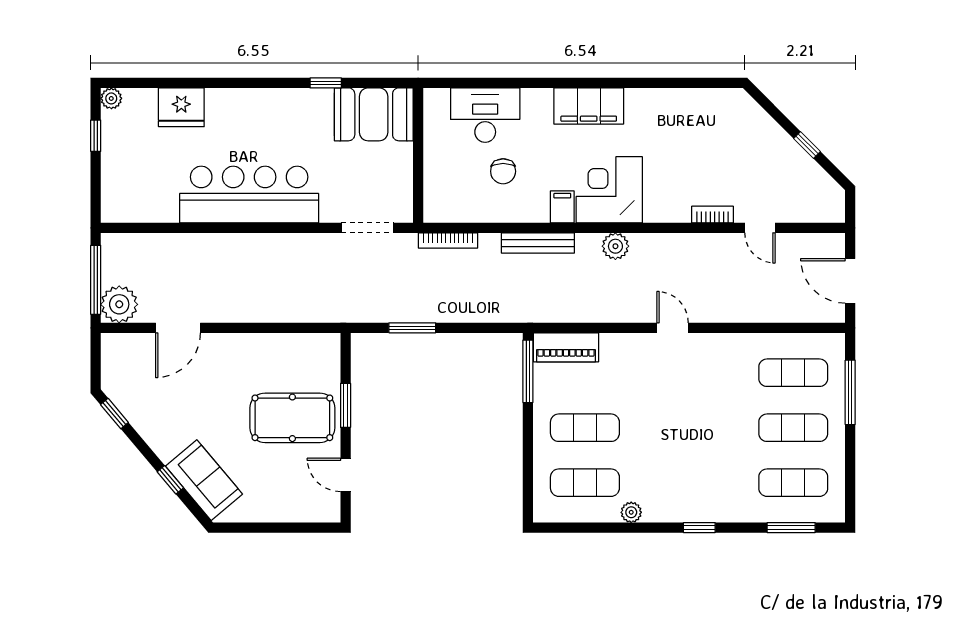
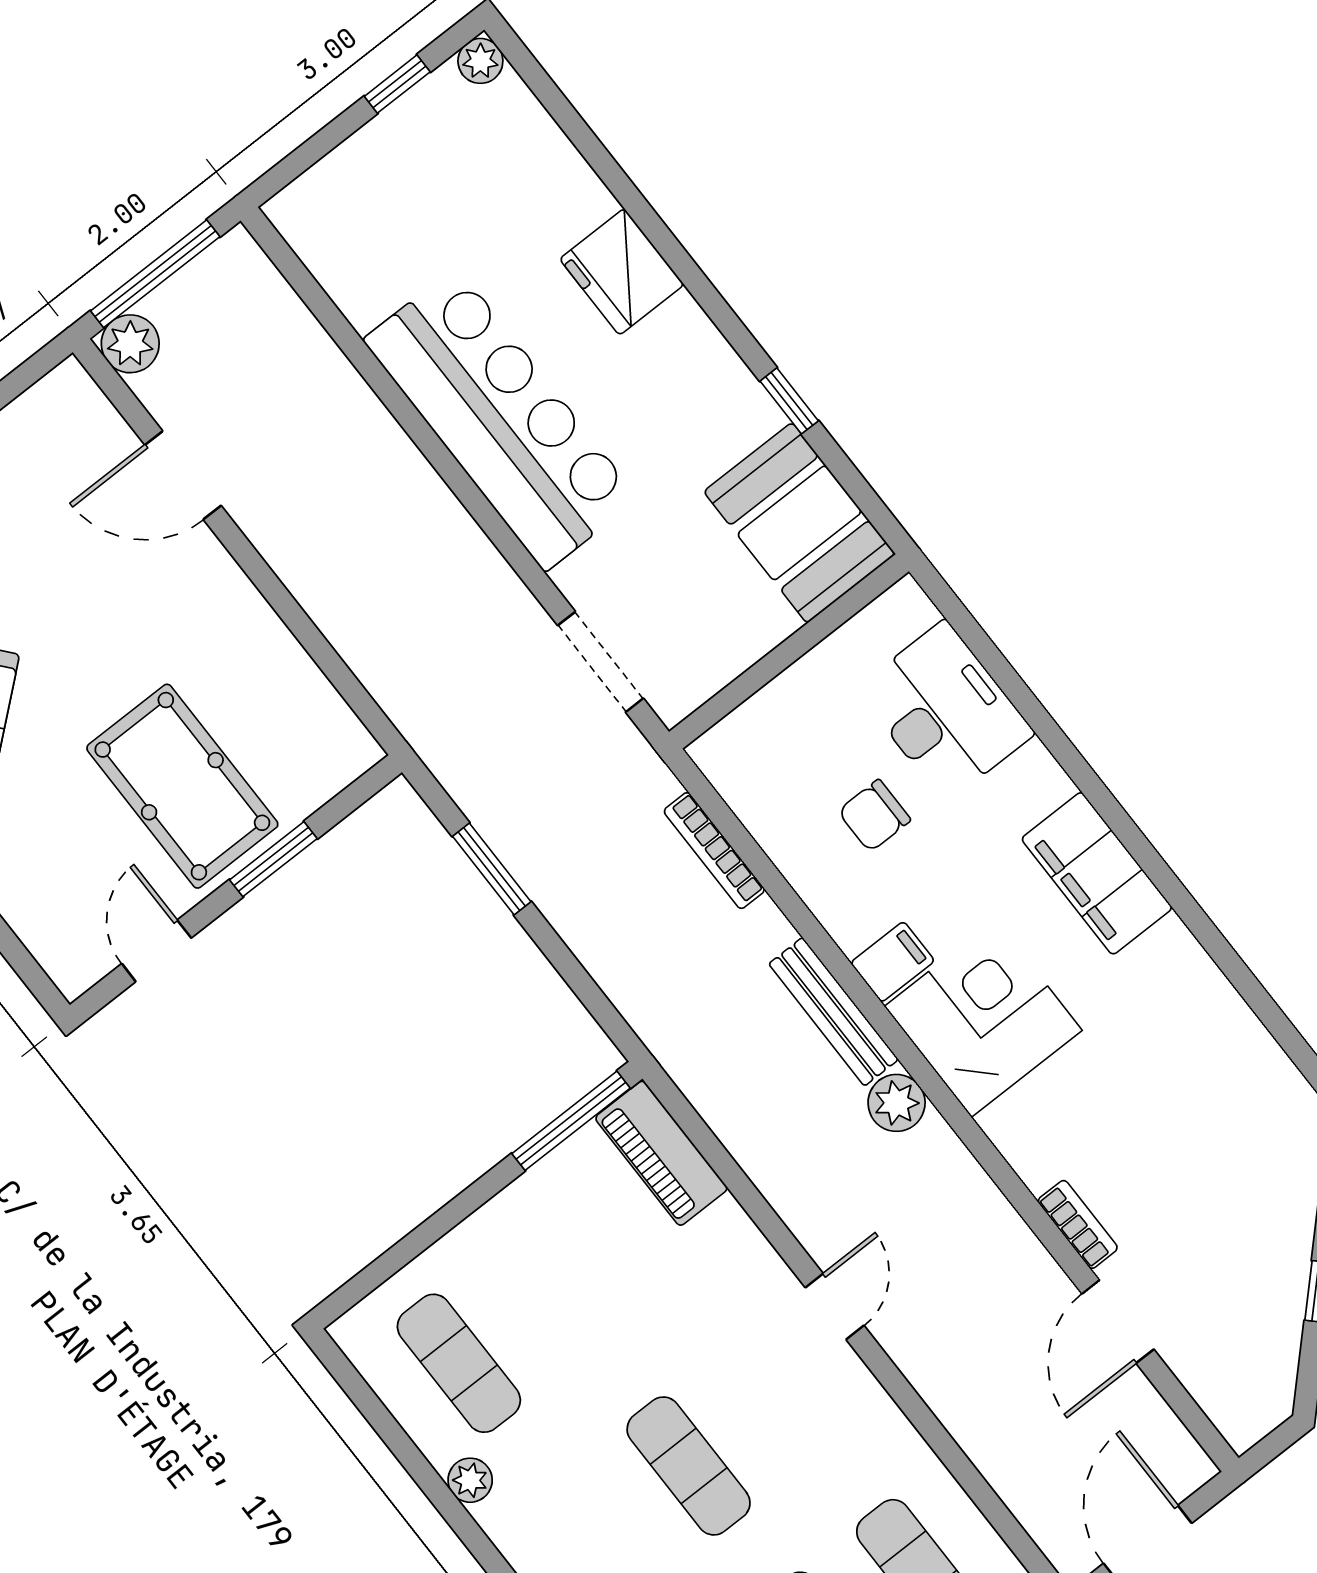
fridge: (181, 107) -> (622, 272), moved
door: (760, 228) -> (1118, 1322), width x1.37
bookcase: (448, 240) -> (714, 851), moved
bench: (538, 243) -> (834, 1012), moved
plant: (119, 304) -> (130, 344), width x0.73, depth x0.73
exercise mat: (585, 428) -> (689, 1466), moved

